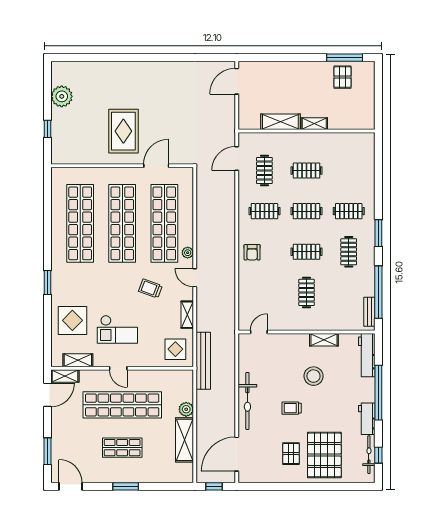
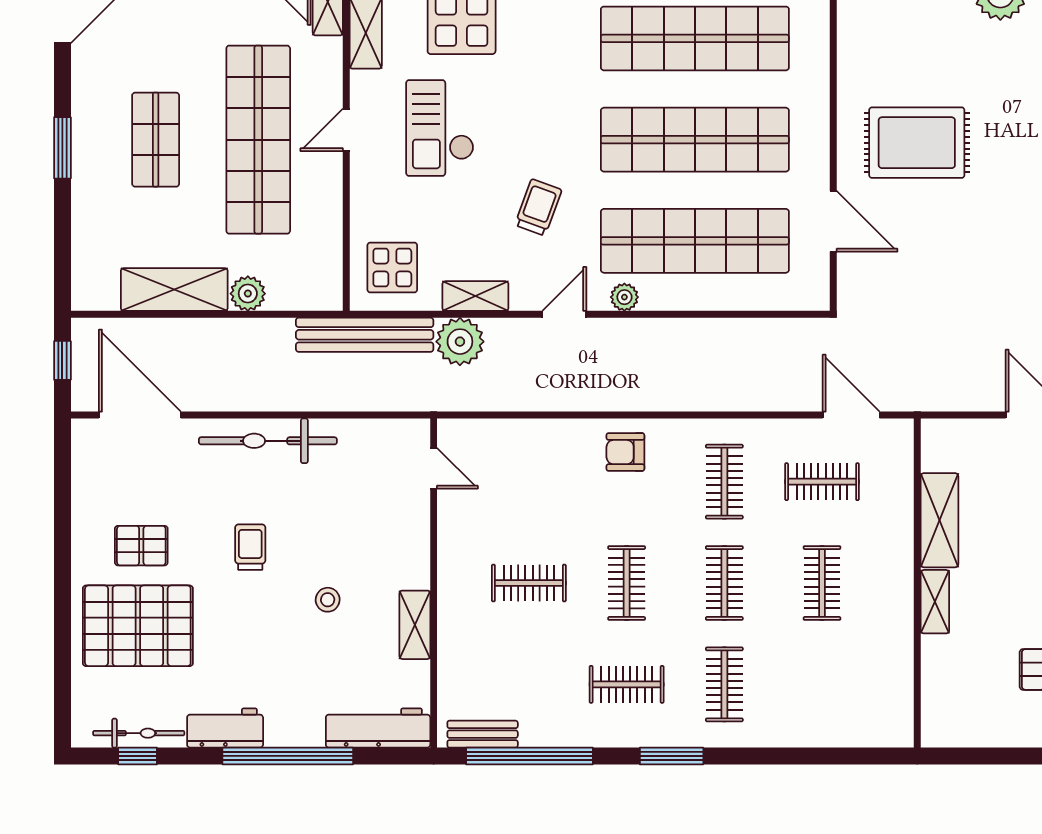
plant: (206, 321) -> (460, 342), added
stool: (314, 376) -> (328, 600), width x0.53, depth x0.53

